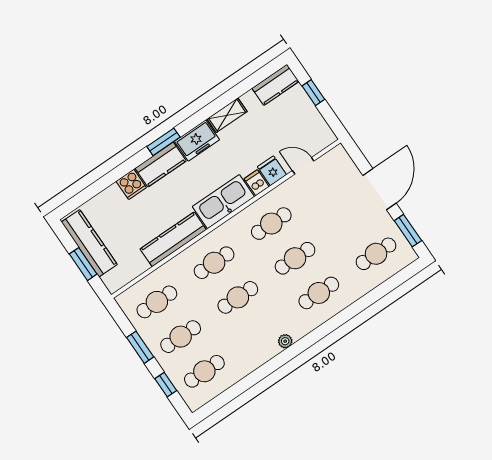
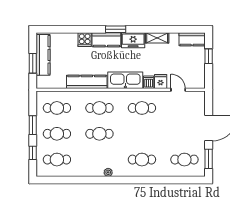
cafe table: (295, 258) -> (142, 134), removed

